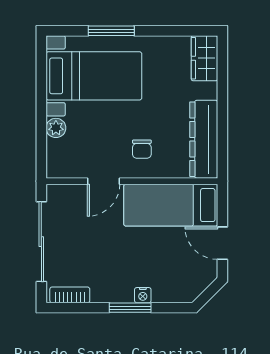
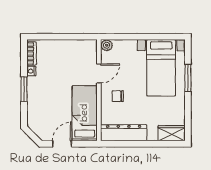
plant: (56, 128) -> (107, 45), moved
door: (103, 181) -> (99, 73), swing flipped
sliding door: (41, 242) -> (63, 37), removed
nightstand: (143, 295) -> (31, 71), moved

